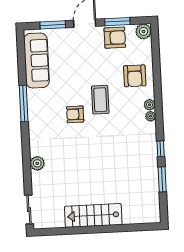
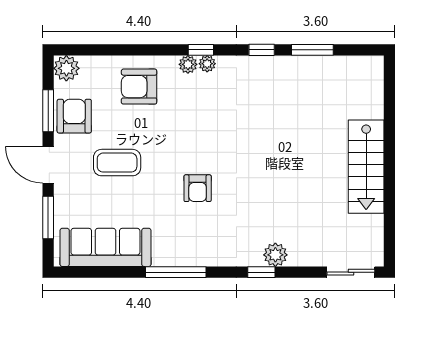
armchair: (135, 76) -> (139, 87), turned 180
coffee table: (100, 100) -> (117, 163), moved
window: (159, 112) -> (201, 50), added
window: (26, 155) -> (261, 272), added

